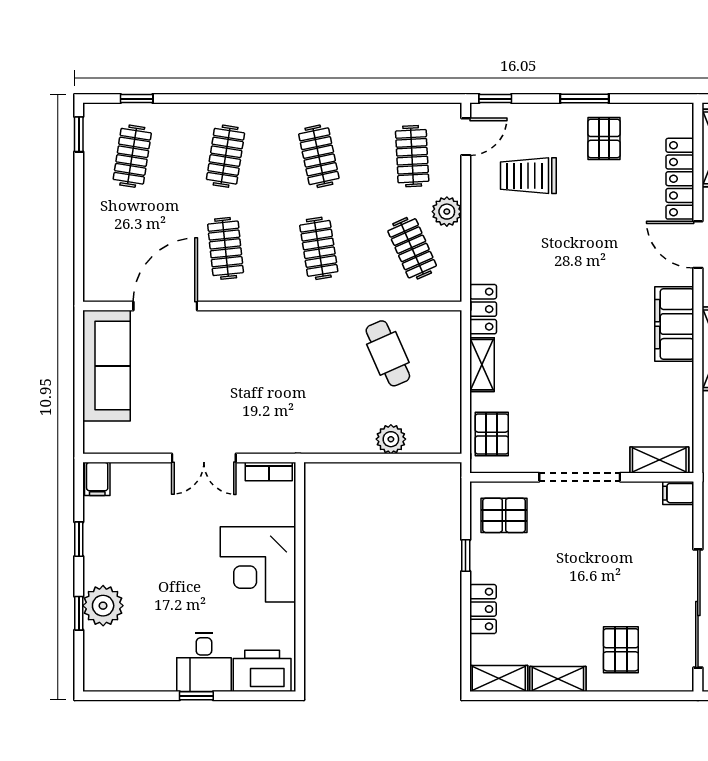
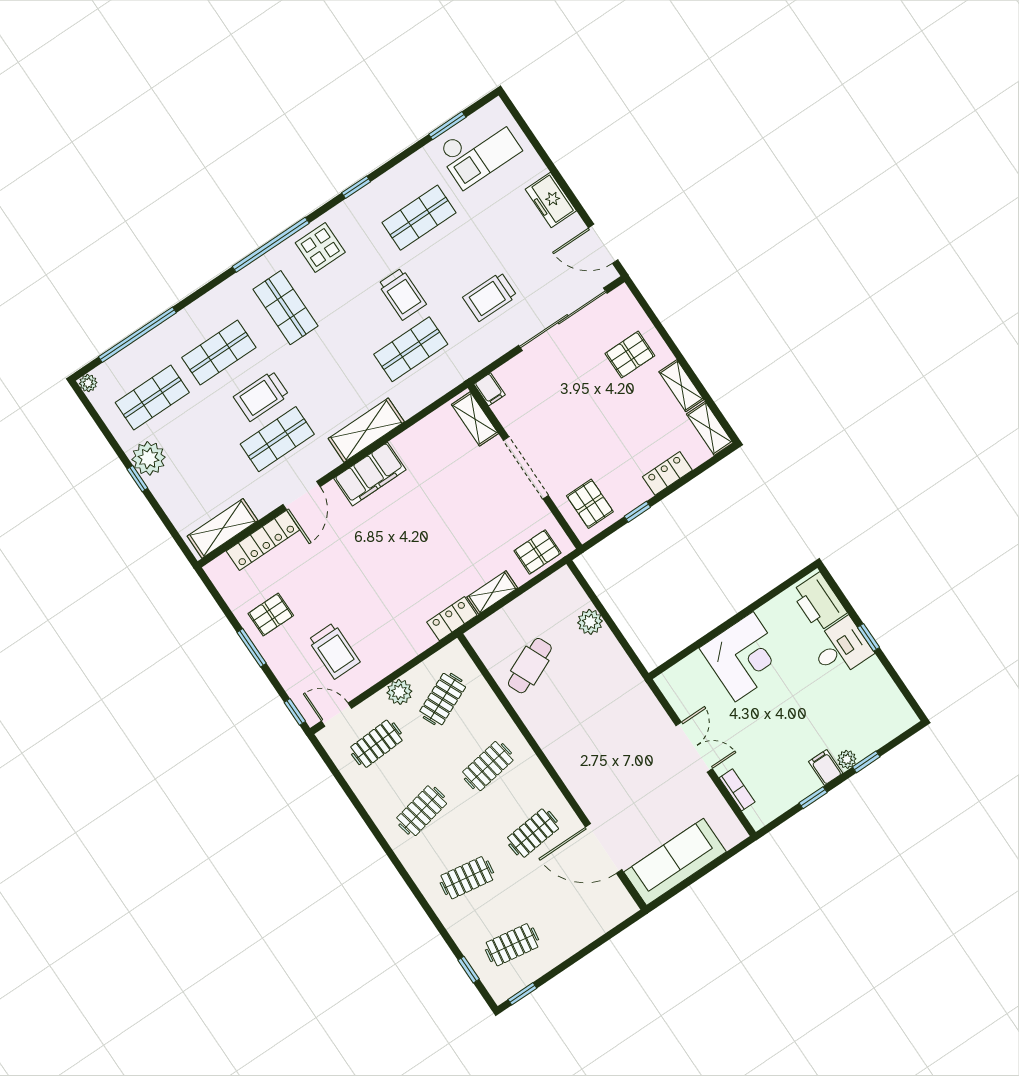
bookcase: (269, 471) -> (737, 790), moved
filing cabinet: (97, 479) -> (826, 767), moved, turned -90
plant: (103, 606) -> (847, 759), width x0.53, depth x0.53

